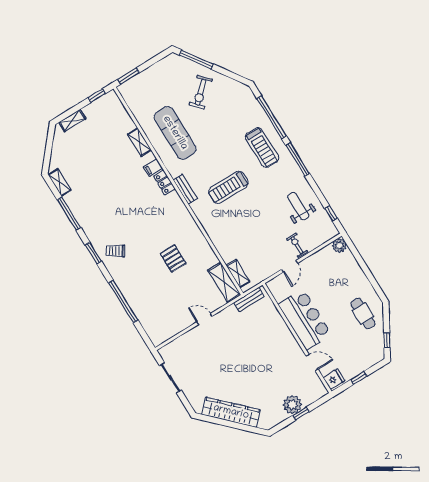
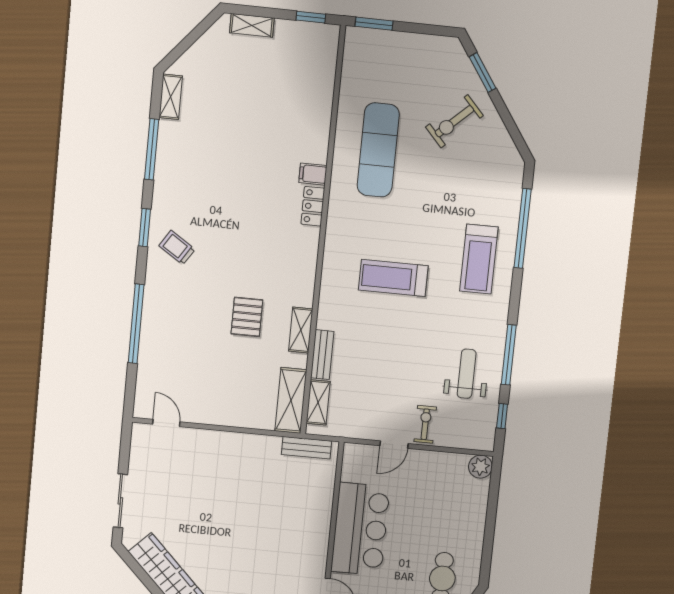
window: (196, 60) -> (483, 72), width x0.69
shelving: (140, 142) -> (301, 330), moved
window: (298, 160) -> (509, 355), moved
bench: (185, 189) -> (322, 355), moved
door: (205, 319) -> (166, 423), moved
sliding door: (170, 378) -> (120, 501), moved

